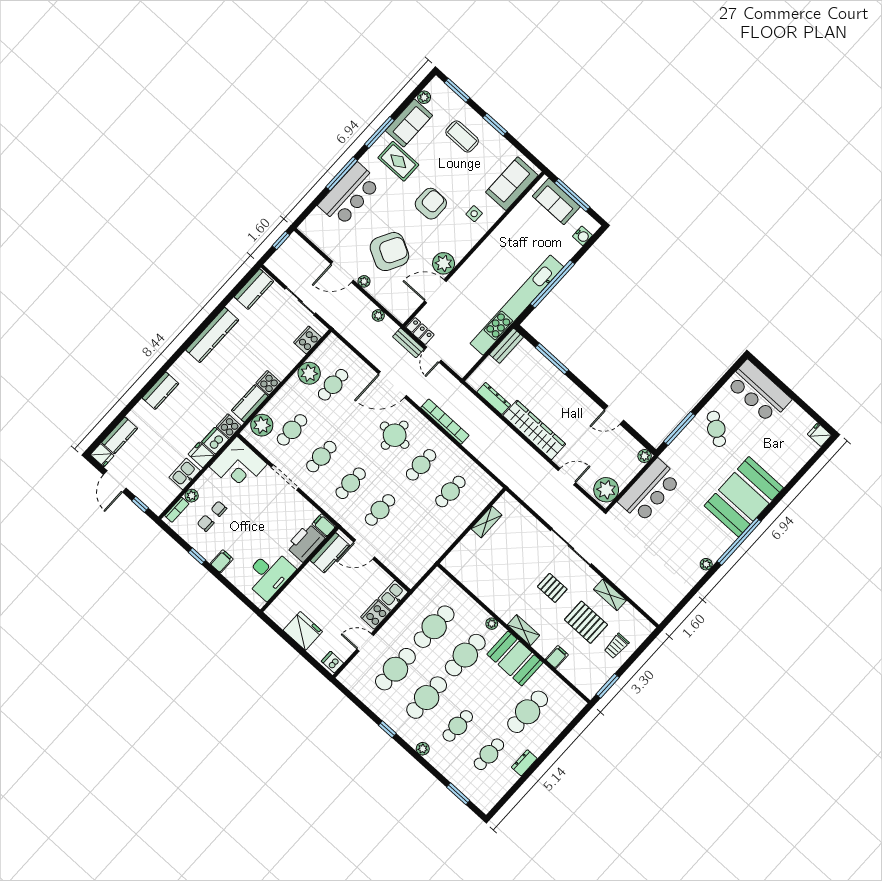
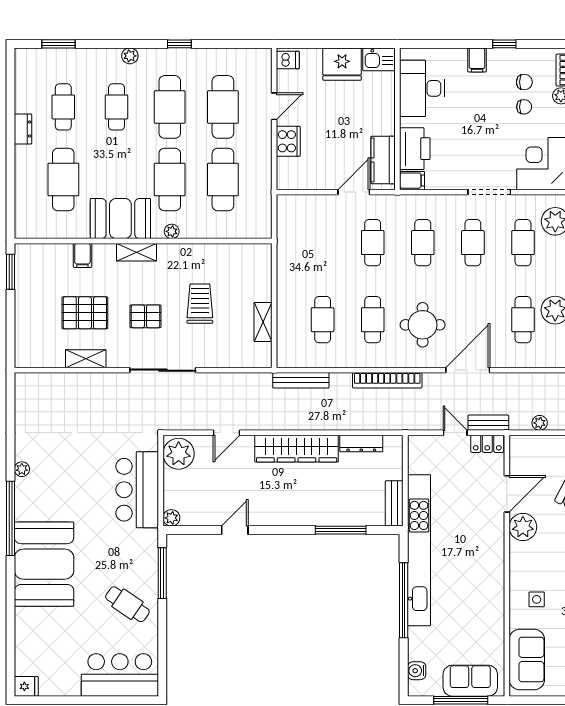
bench: (495, 468) -> (301, 380), added
kitchen sink: (393, 595) -> (379, 59), moved, turned 90
trolley: (616, 646) -> (200, 304), moved, width x1.36, depth x1.39

